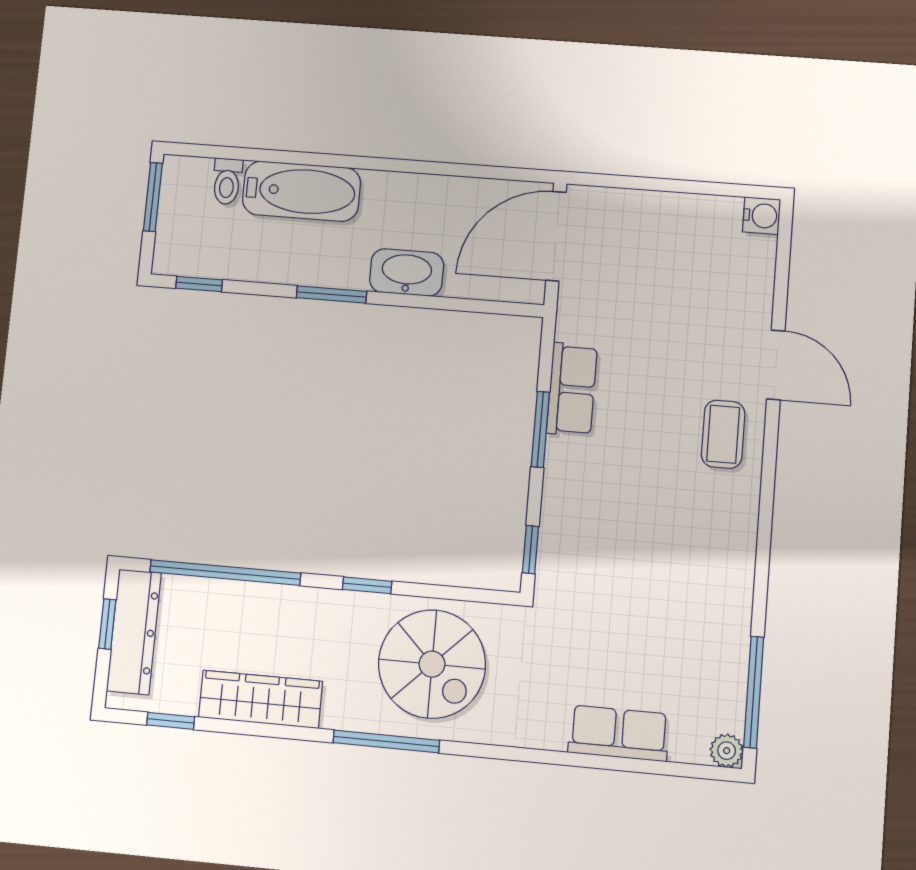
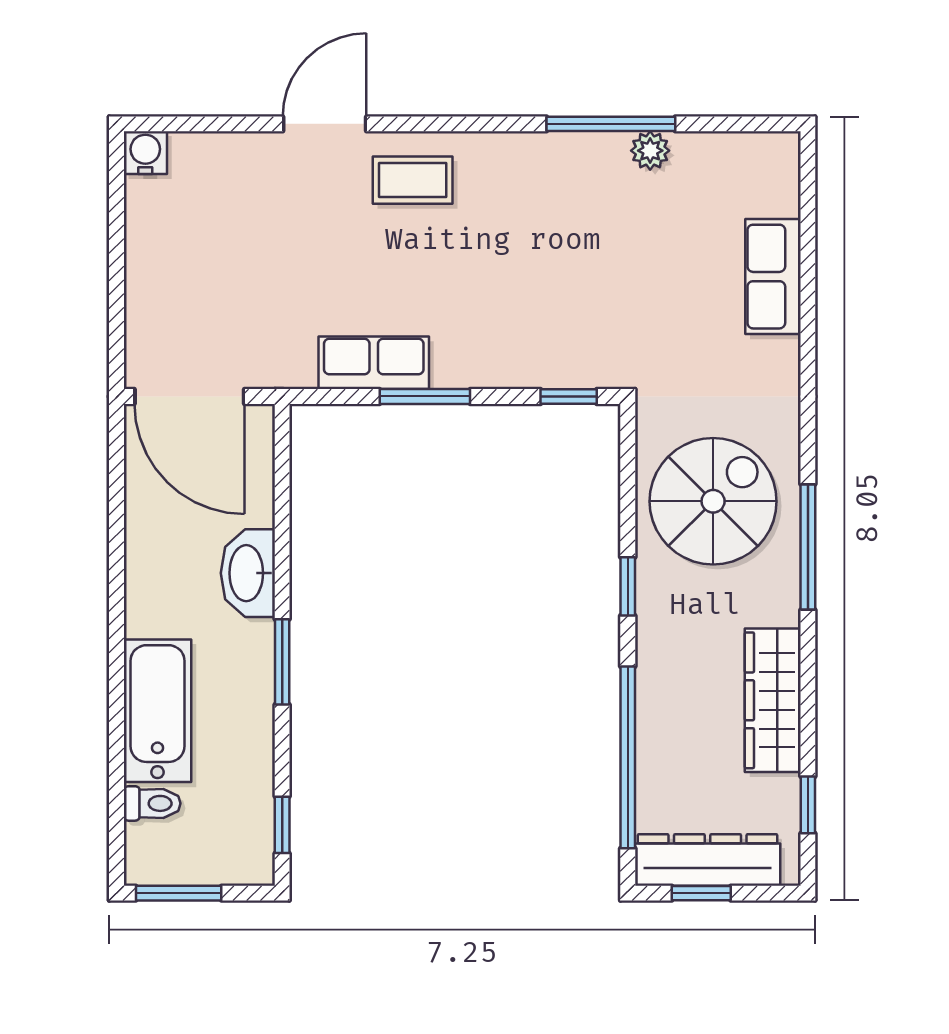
window: (754, 692) -> (611, 124), moved
plant: (727, 751) -> (650, 151), moved

